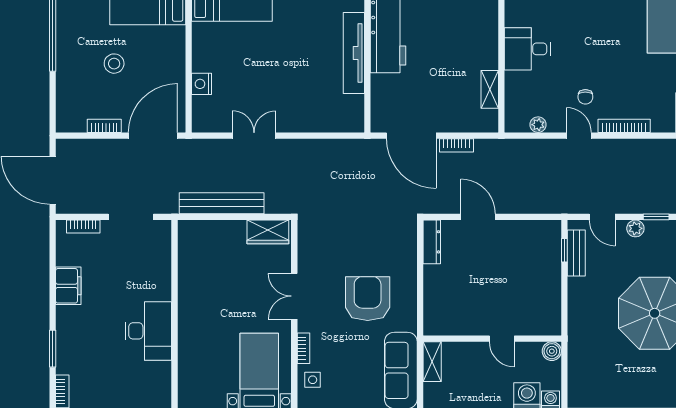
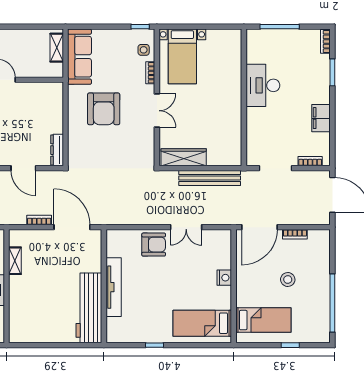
nightstand: (202, 84) -> (224, 278), moved
armchair: (299, 112) -> (154, 245), added
wardrobe: (268, 232) -> (184, 157), width x1.50
shelving: (432, 362) -> (57, 48), moved

